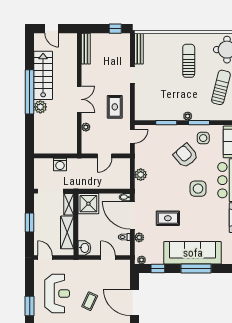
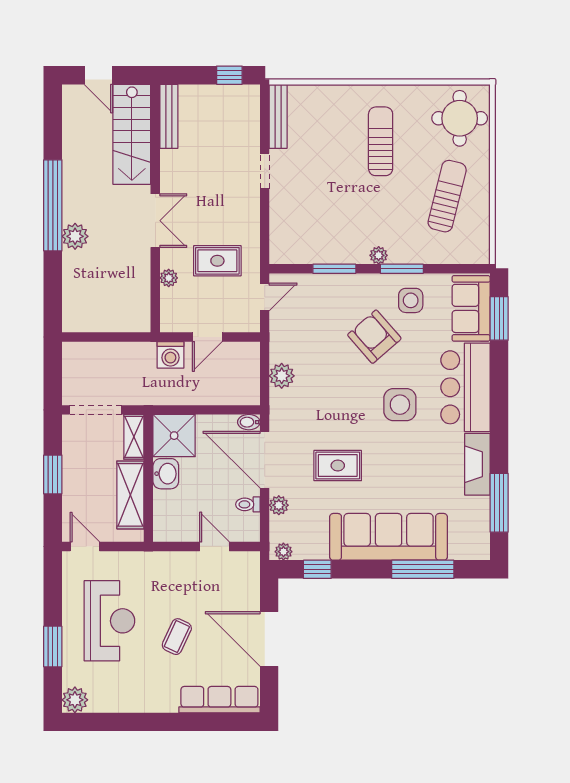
stairs: (43, 75) -> (132, 134), moved, turned 180
rug: (115, 107) -> (217, 261), moved, turned 90
washing machine: (60, 164) -> (170, 355), moved
washbasin: (84, 248) -> (166, 474), moved
window: (196, 269) -> (423, 569), moved

